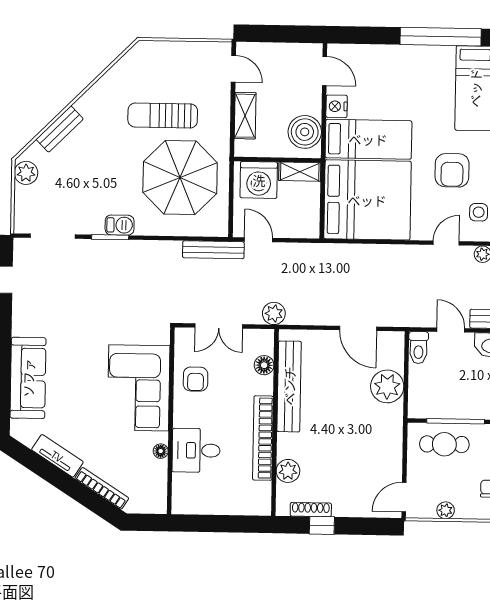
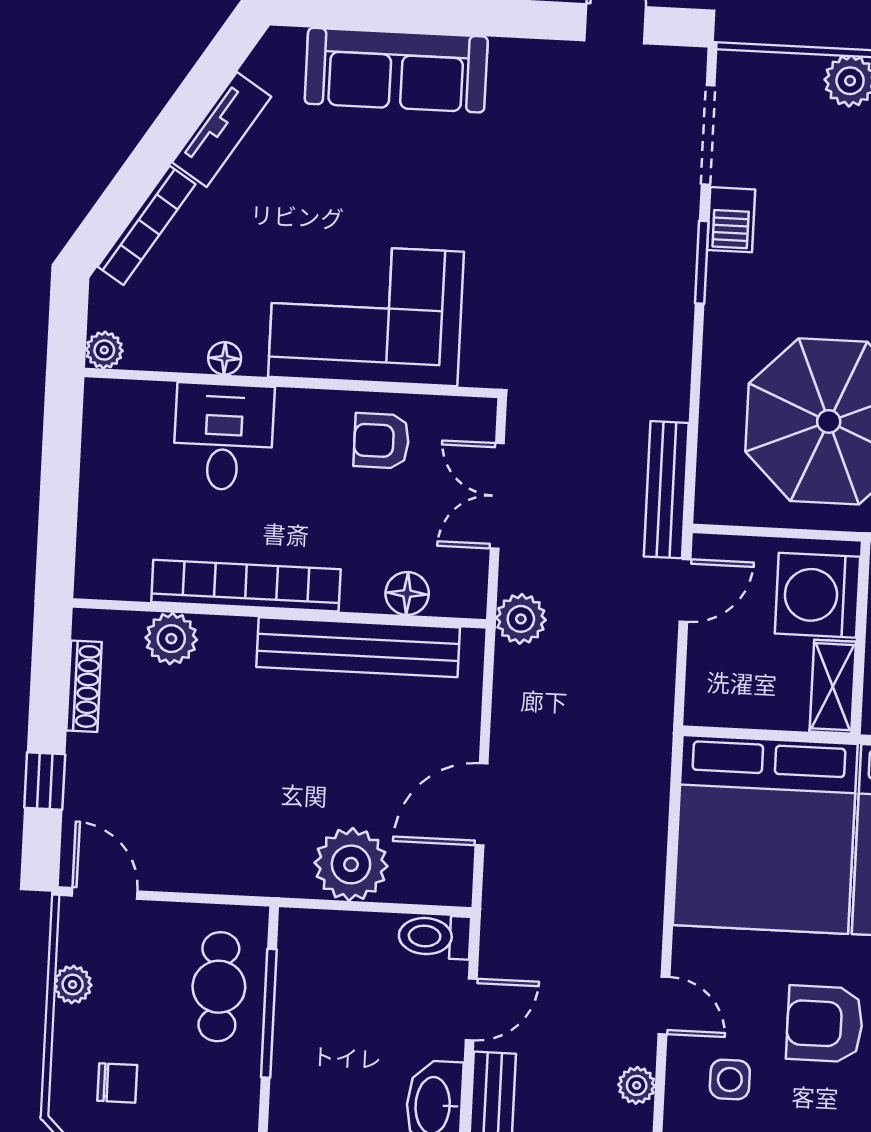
barbecue: (120, 225) -> (731, 220), moved
plant: (159, 505) -> (104, 350), added
window: (322, 525) -> (45, 781), moved

